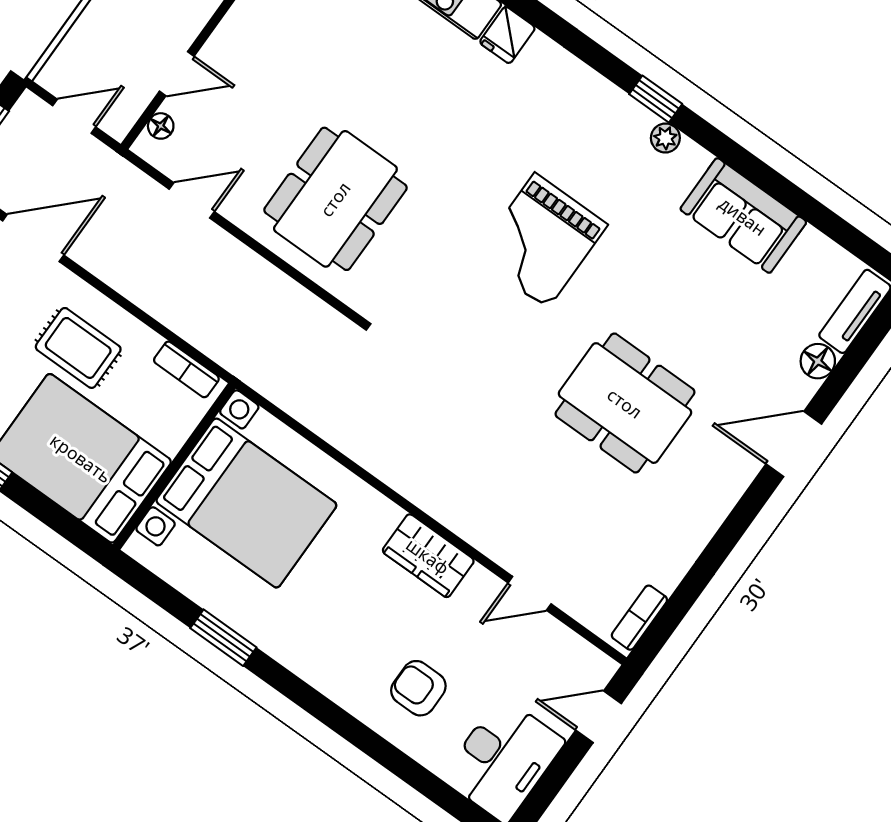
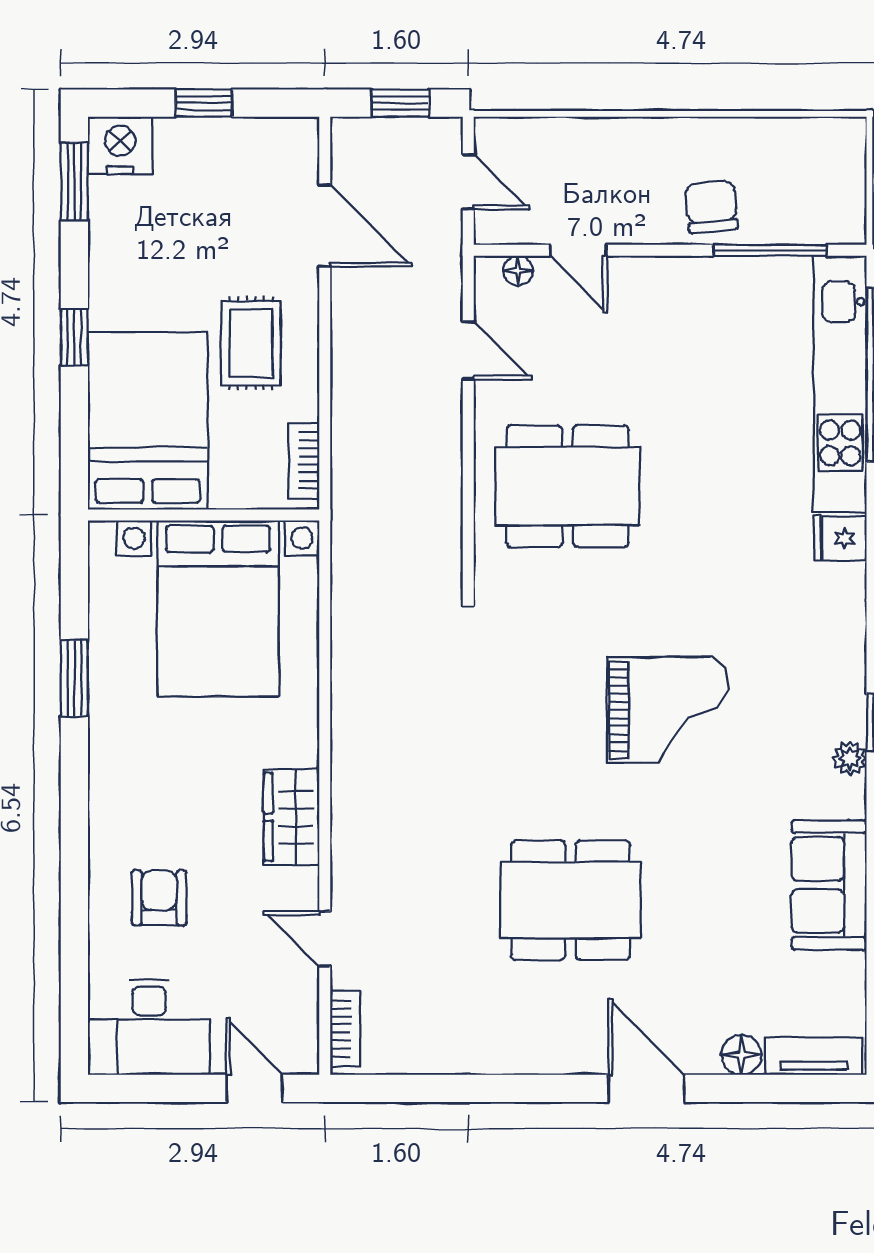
grand piano: (541, 241) -> (668, 710), turned 180
dining table: (625, 403) -> (571, 900), turned 90
bookcase: (639, 618) -> (345, 1029), moved, turned 90

